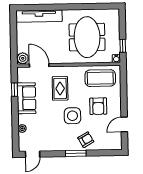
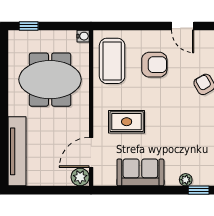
window: (123, 46) -> (29, 26), moved
window: (15, 90) -> (199, 190), moved
side table: (72, 116) -> (168, 104), removed

